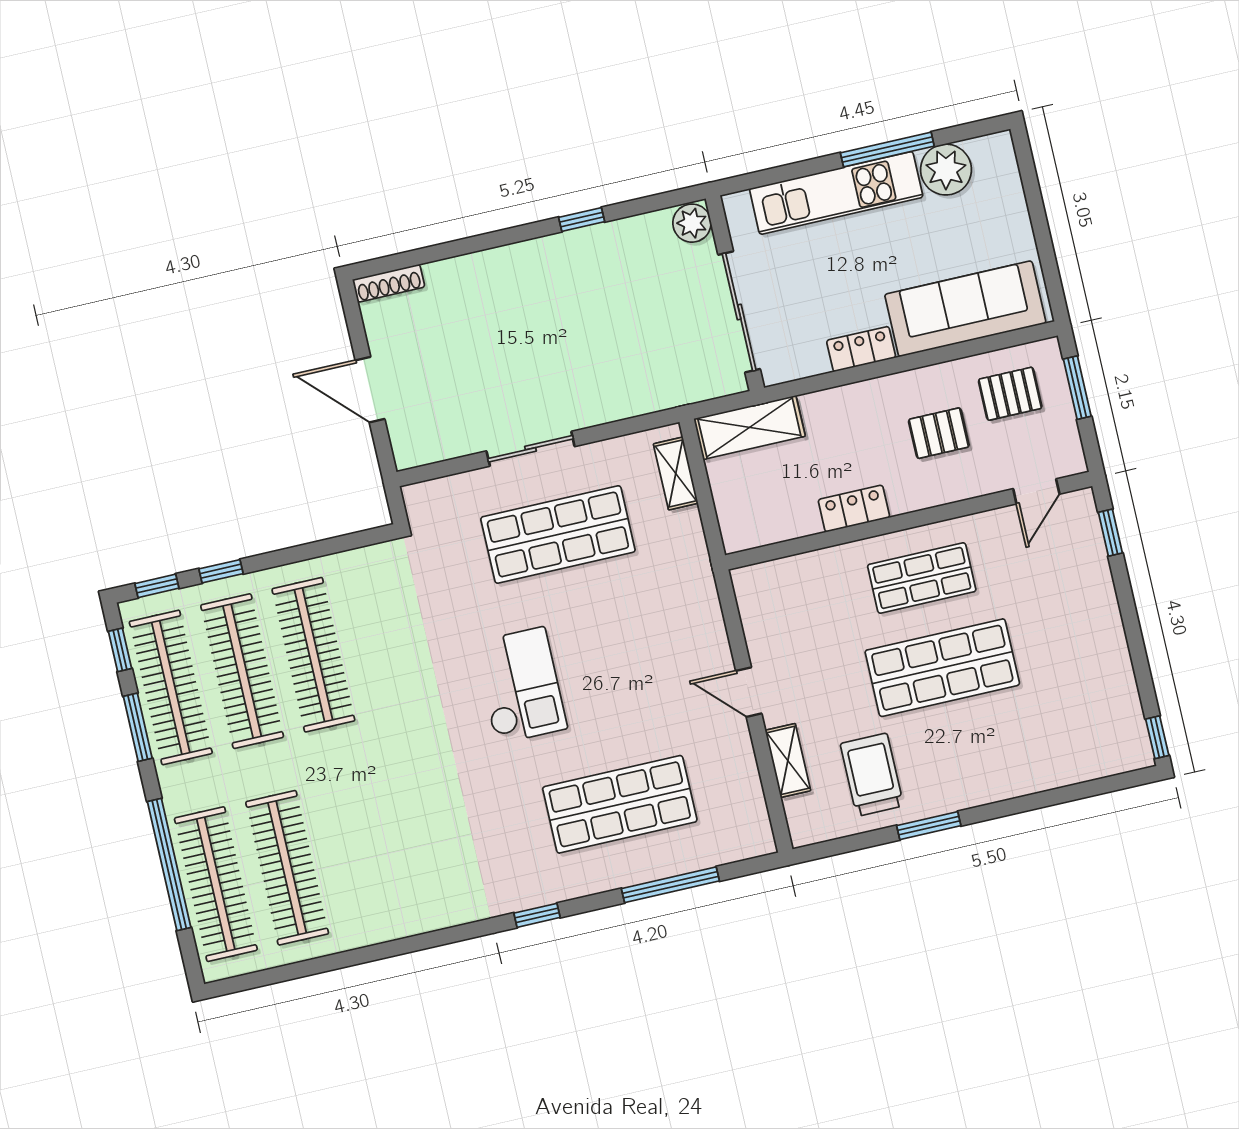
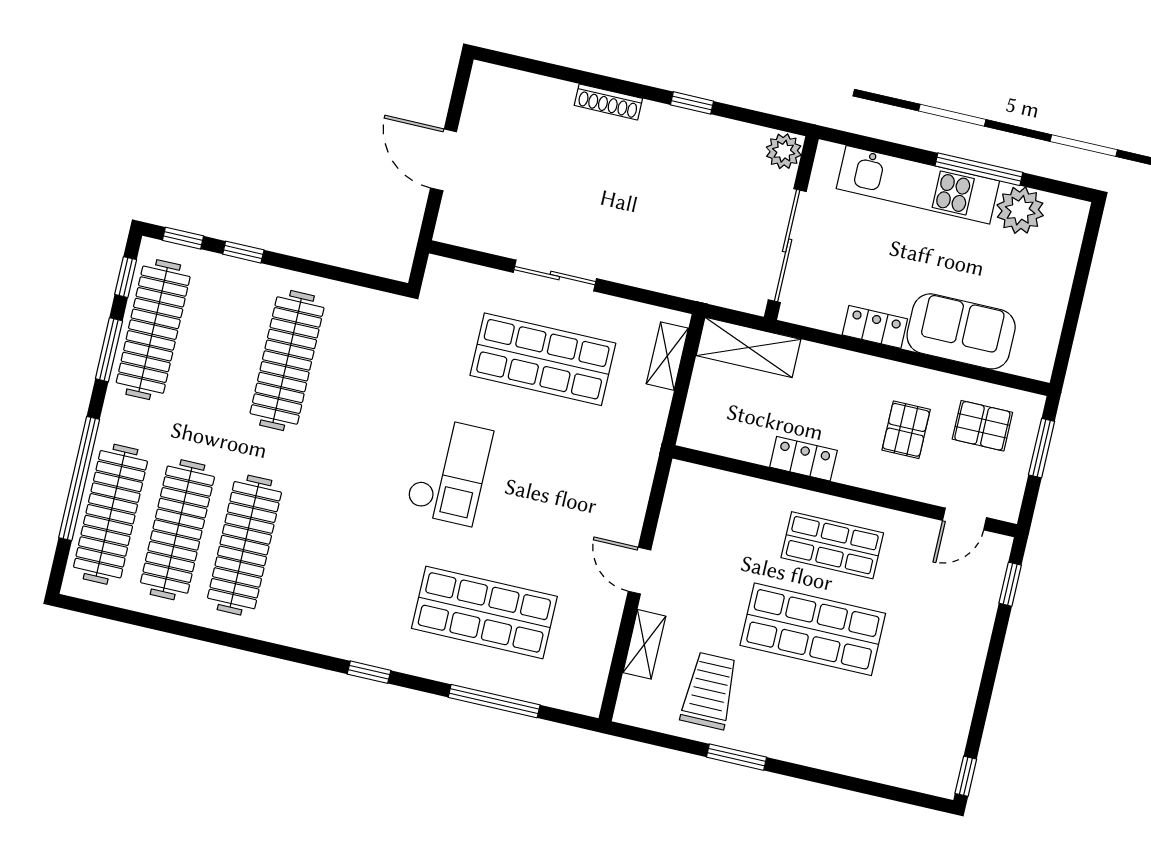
shoe rack: (389, 283) -> (608, 102), moved
sofa: (965, 309) -> (961, 331), width x0.73
pallet: (939, 433) -> (906, 430), turned 90
clothes rail: (242, 671) -> (244, 545), moved

